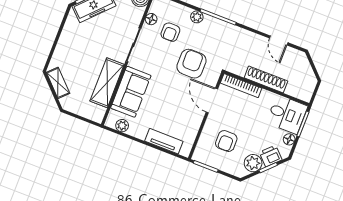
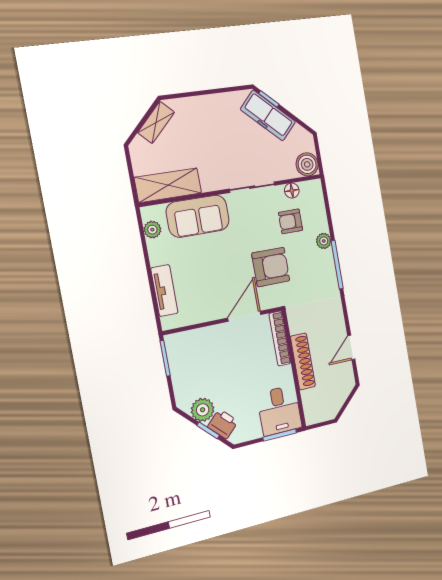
shelving: (107, 83) -> (168, 185), moved
floor lamp: (289, 139) -> (254, 432), removed
armchair: (226, 141) -> (209, 363), removed

